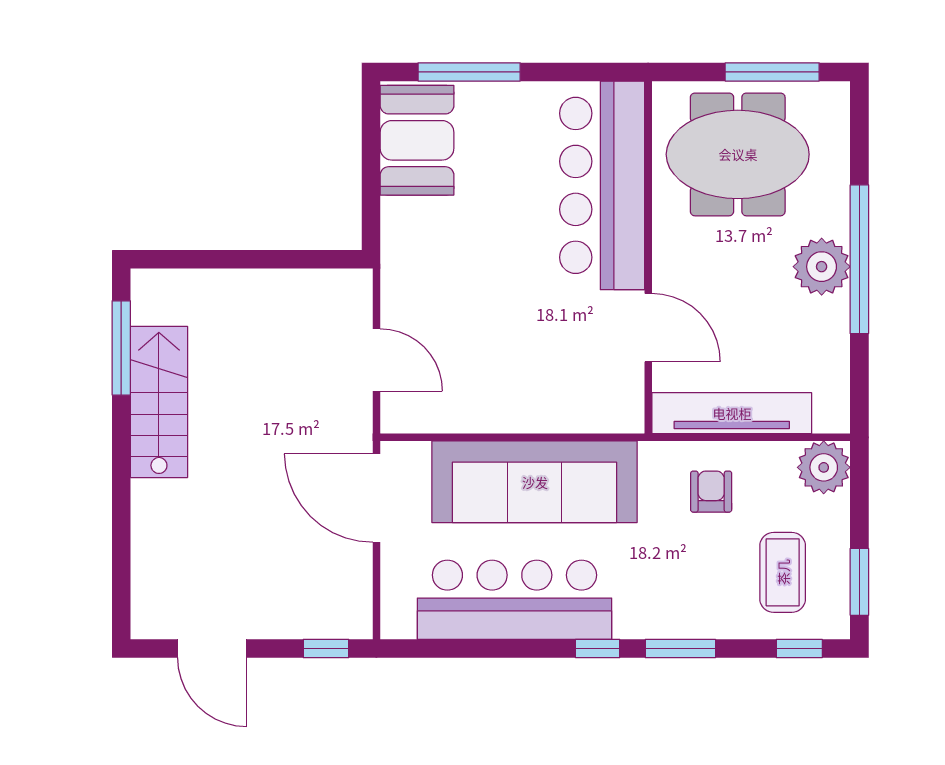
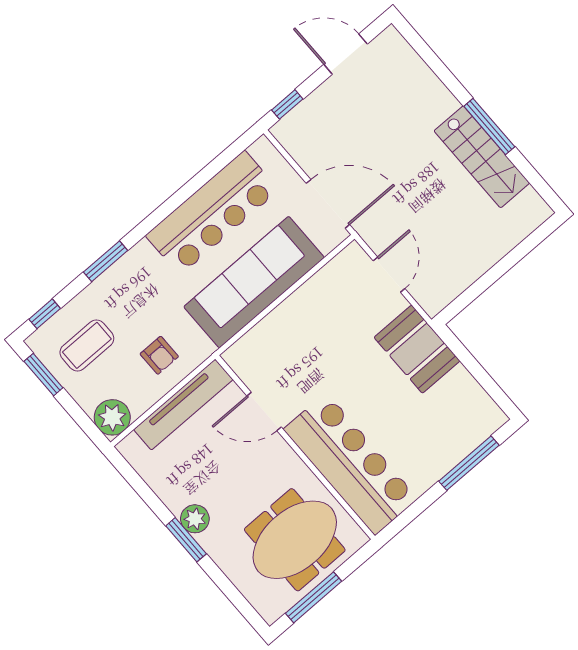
booth: (417, 140) -> (417, 349), moved
window: (859, 259) -> (186, 540), width x0.47
plant: (822, 267) -> (195, 519), width x0.73, depth x0.73
window: (121, 348) -> (489, 126), moved
door: (376, 360) -> (389, 275), swing flipped
coffee table: (783, 572) -> (87, 345), turned 90
window: (598, 648) -> (148, 225), removed

